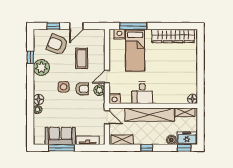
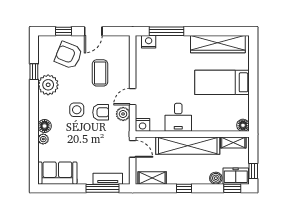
bed: (135, 50) -> (222, 82), moved, turned 90
window: (200, 134) -> (253, 171), added
sofa: (60, 136) -> (57, 173), moved
window: (61, 148) -> (102, 188), moved

